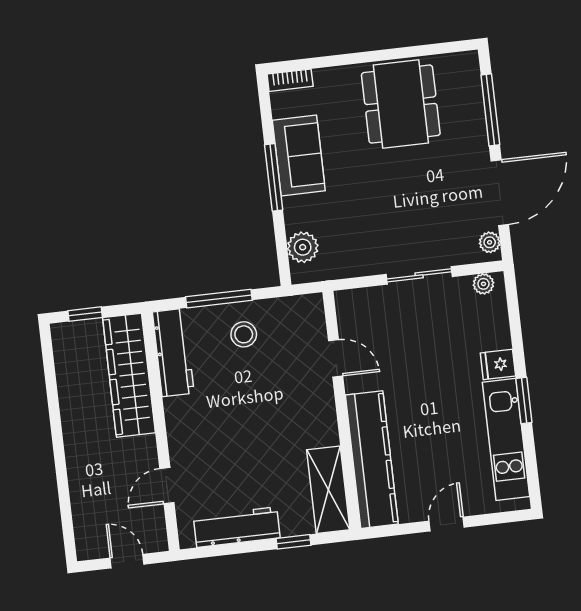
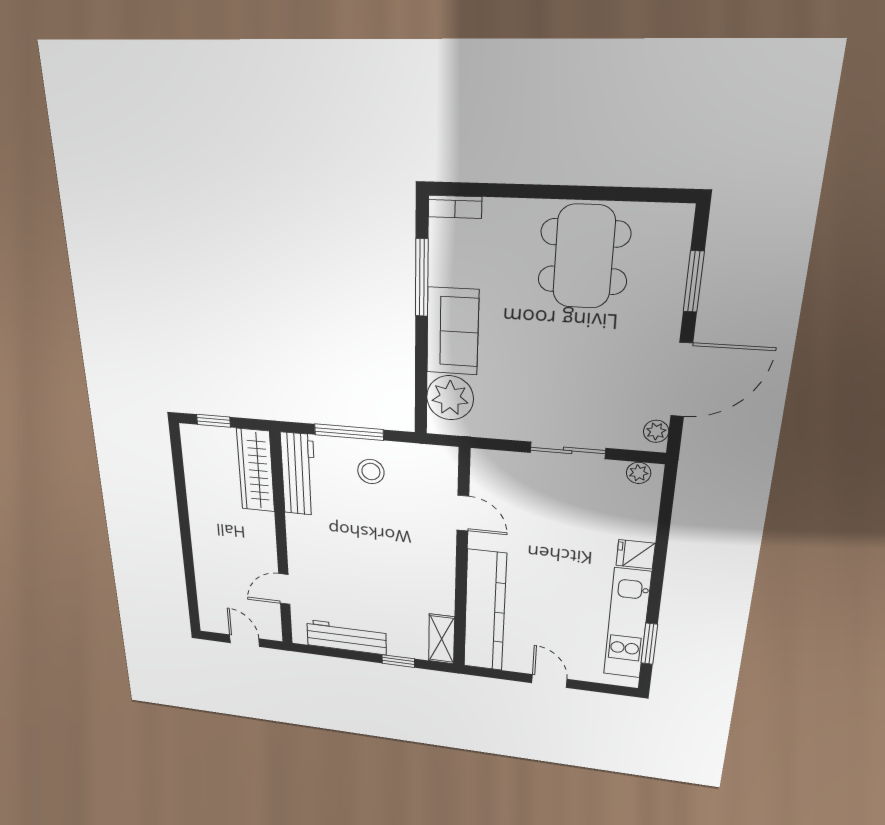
window: (490, 110) -> (694, 282), width x0.69
sofa: (299, 155) -> (453, 331), moved
window: (274, 177) -> (422, 278), moved
plant: (303, 247) -> (450, 398), width x1.36, depth x1.36
wardrobe: (129, 375) -> (256, 470), width x0.71, depth x0.85
window: (524, 401) -> (649, 644), moved
shelving: (328, 490) -> (442, 639), width x0.67, depth x0.75
door: (447, 524) -> (549, 681), hinge flipped

